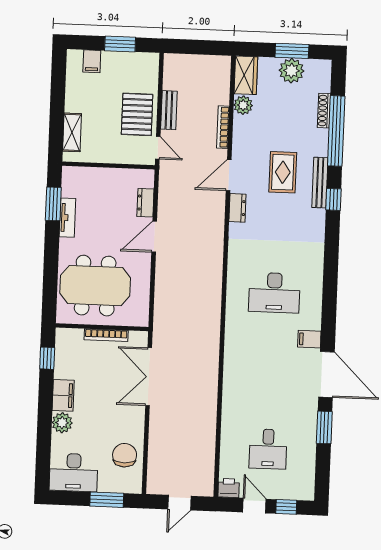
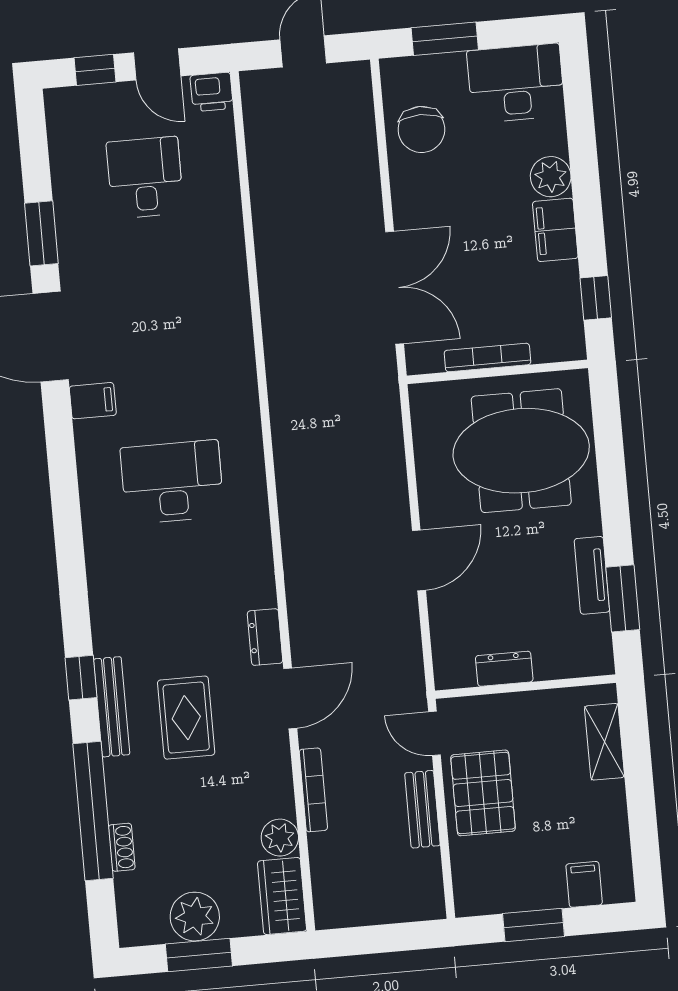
shoe rack: (324, 111) -> (122, 847), width x0.70
dresser: (145, 203) -> (504, 669), moved, turned -90

